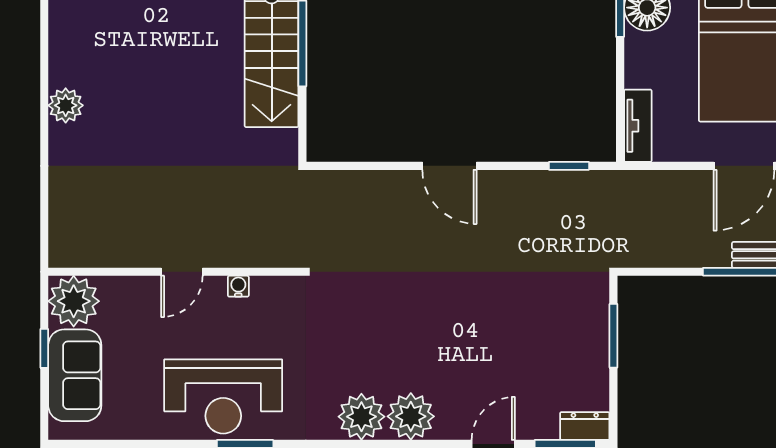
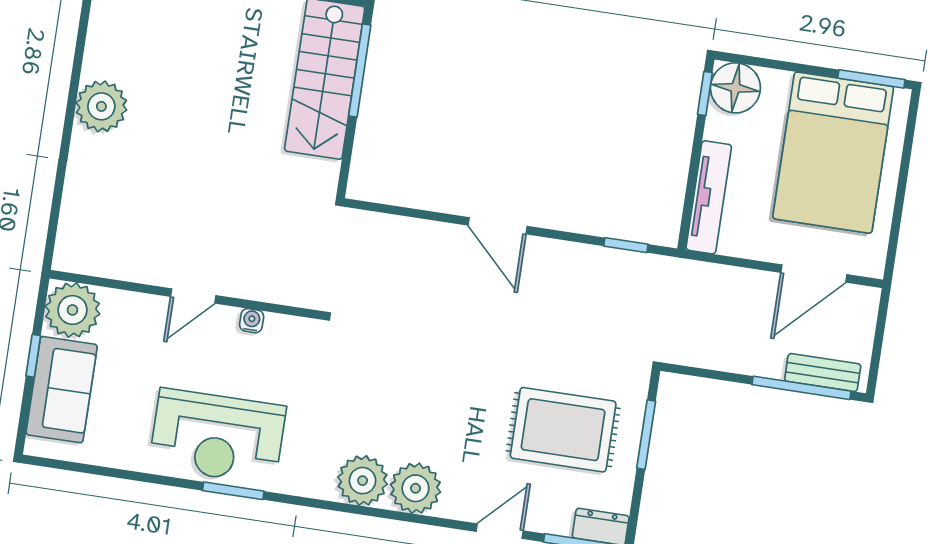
plant: (66, 105) -> (101, 106), width x1.36, depth x1.36
tv unit: (638, 126) -> (709, 197), width x1.41
rug: (537, 343) -> (563, 430), added

